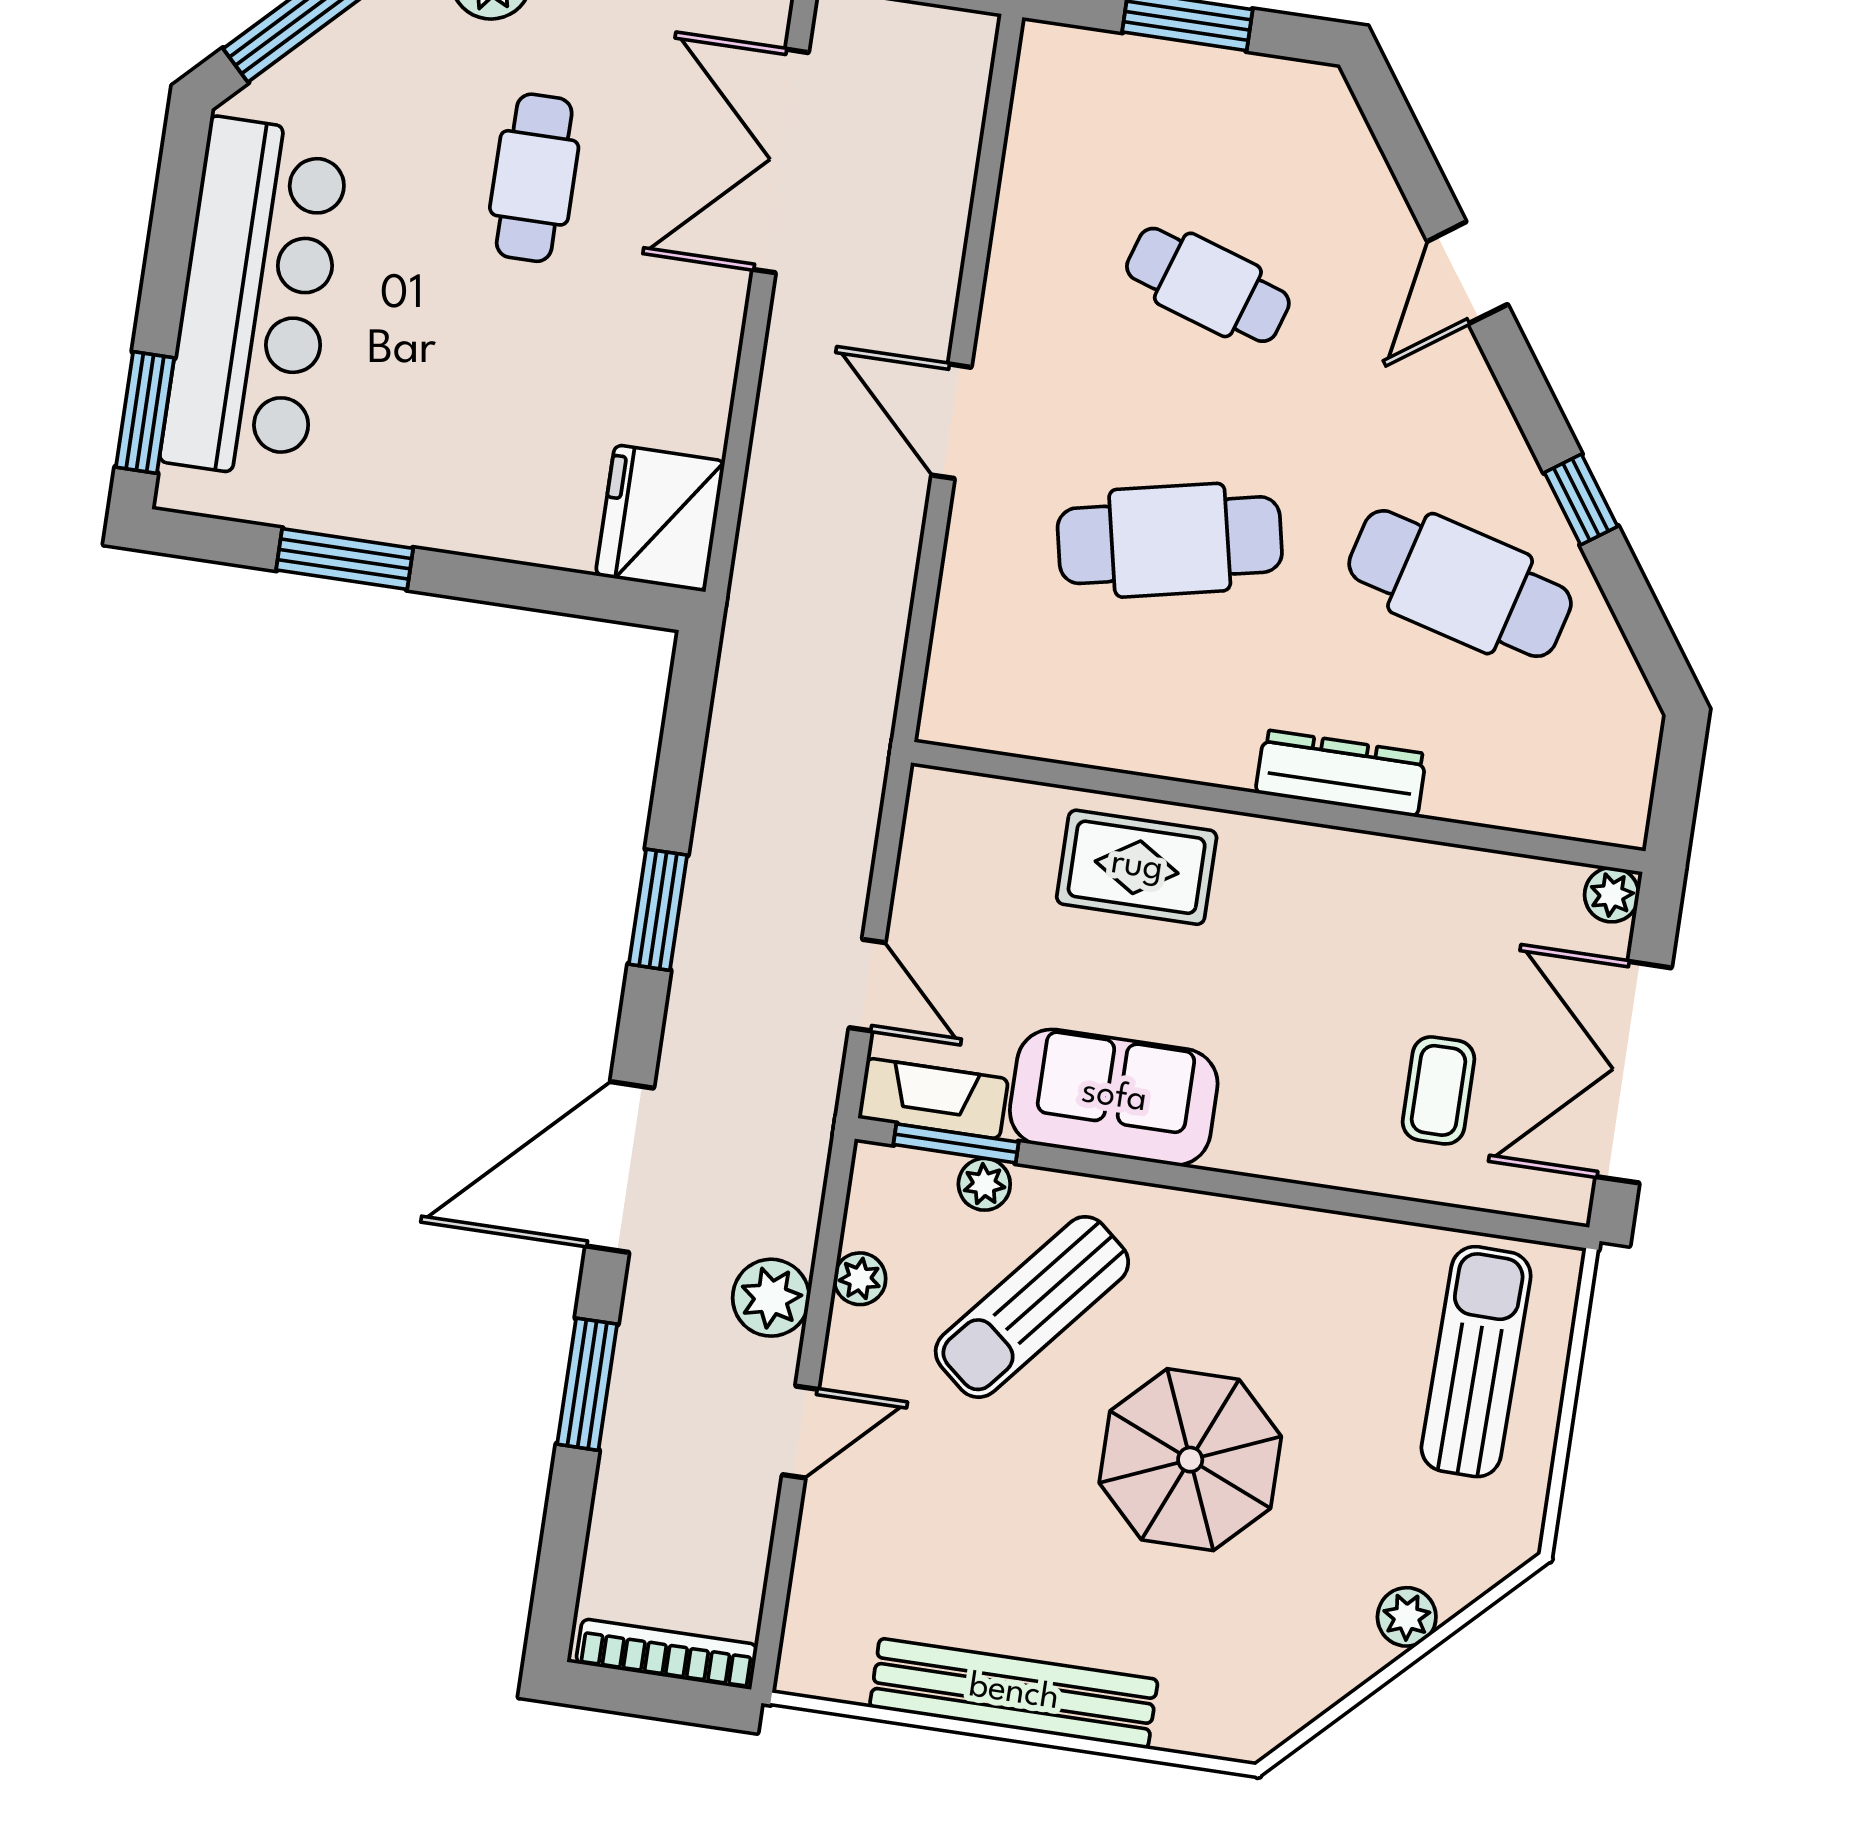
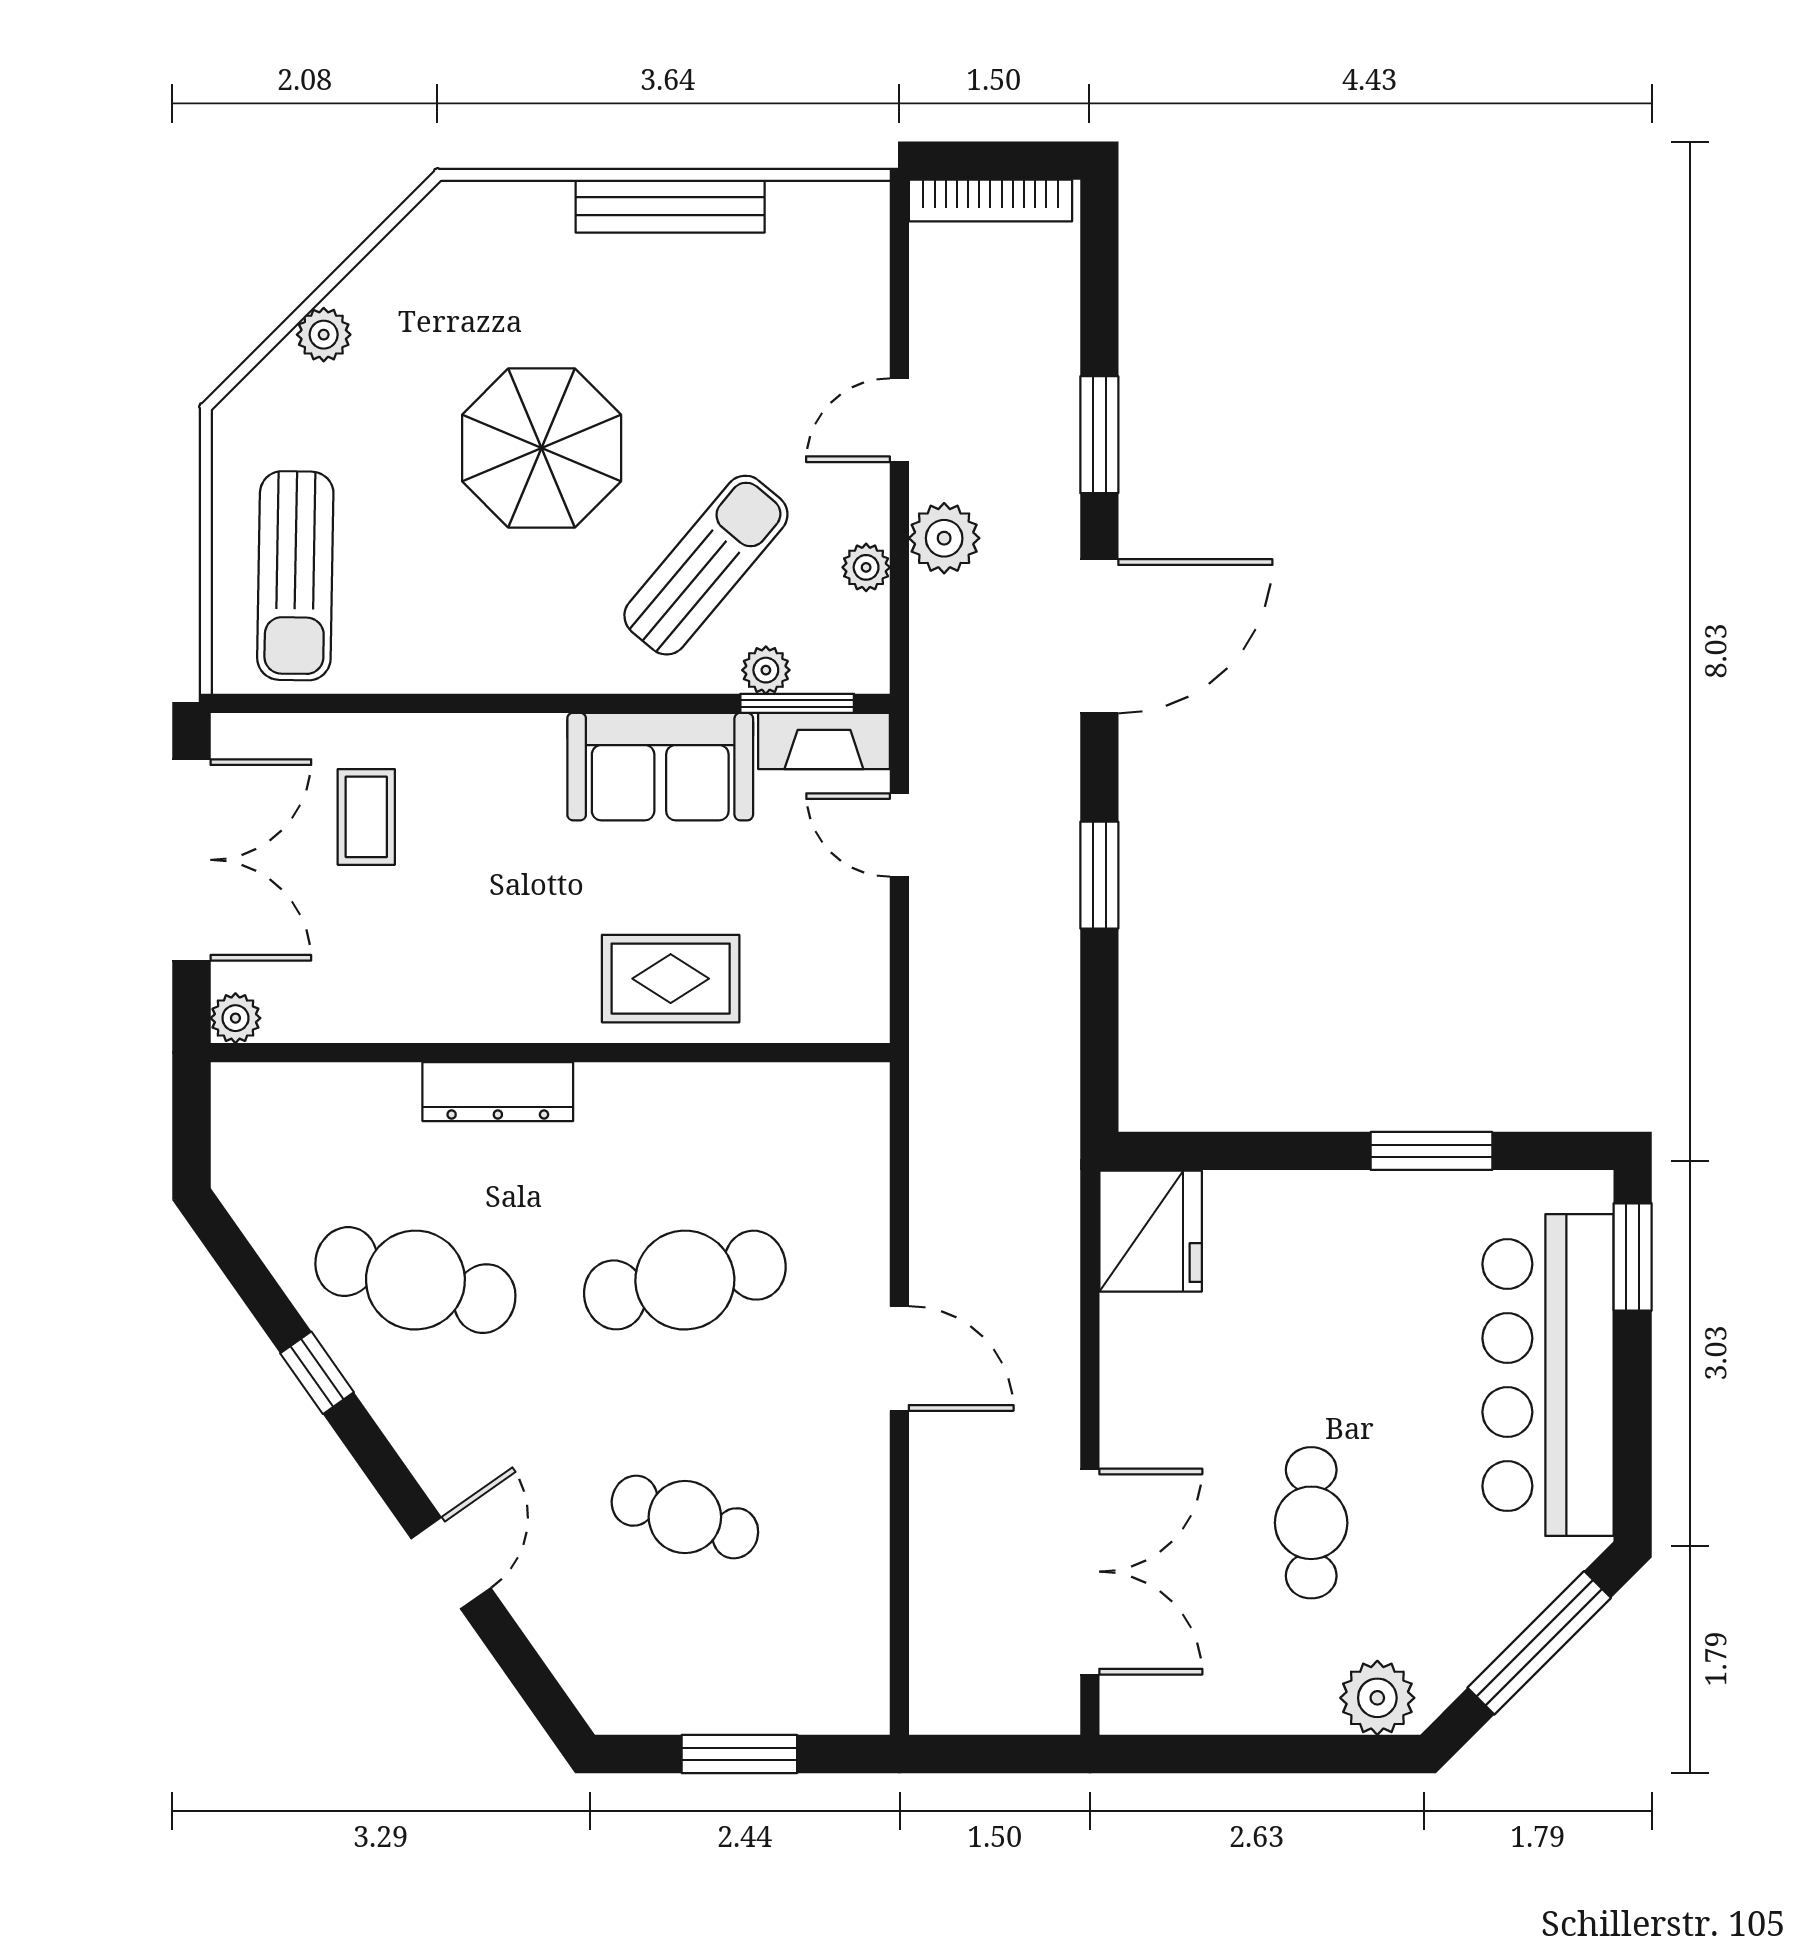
bench: (1014, 1693) -> (670, 206), width x0.73, depth x0.82

